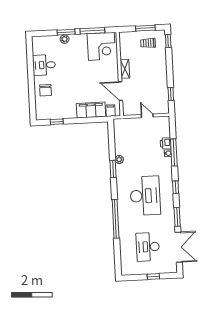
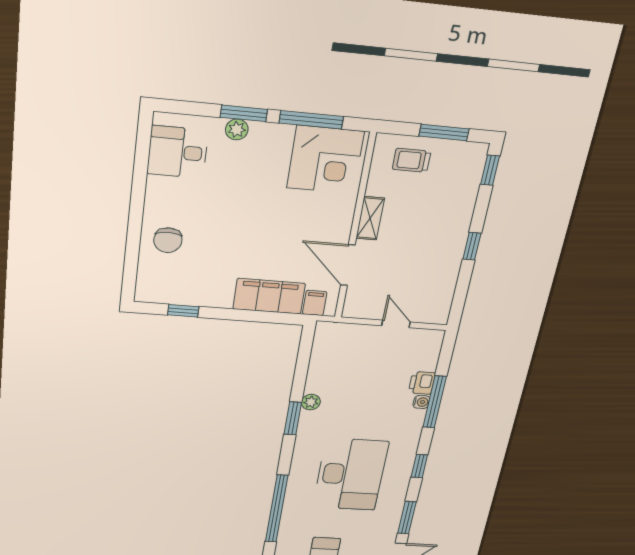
trolley: (148, 43) -> (412, 160), moved
desk: (44, 65) -> (178, 152), moved
window: (171, 94) -> (472, 246), moved

